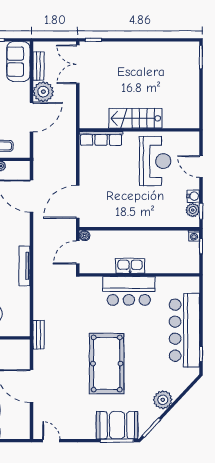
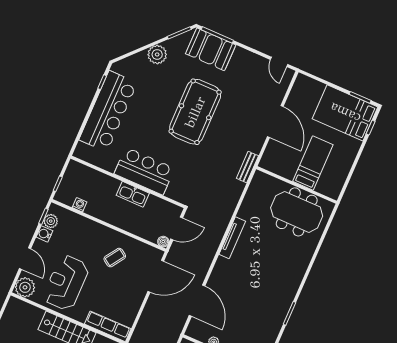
plant: (190, 141) -> (25, 287), added
coffee table: (121, 202) -> (115, 258), added
washing machine: (194, 236) -> (80, 205), moved

